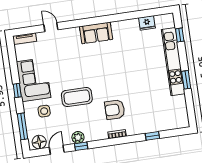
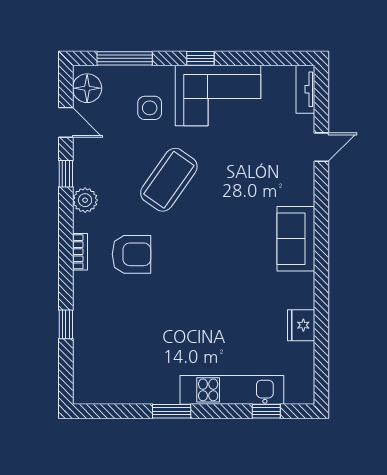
fridge: (147, 23) -> (301, 325), moved
kitchen unit: (173, 62) -> (232, 390), width x0.73
coffee table: (77, 97) -> (169, 180), turned 35
armchair: (115, 110) -> (131, 254), turned 90
plant: (78, 137) -> (85, 200), moved

